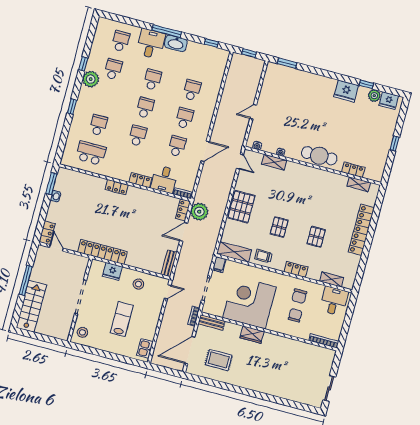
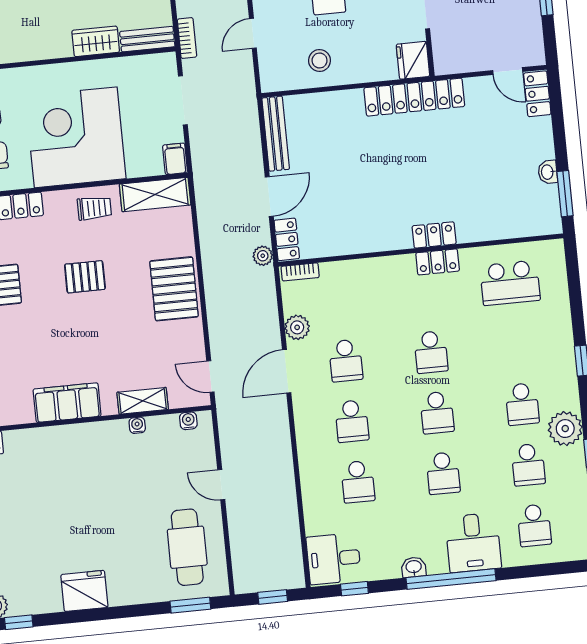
window: (167, 31) -> (451, 579), width x1.46
washbasin: (176, 43) -> (414, 567), width x0.52, depth x0.69
fridge: (346, 91) -> (84, 591), moved
door: (253, 112) -> (221, 485), swing flipped
school desk: (98, 125) -> (522, 404), moved
cafe table: (319, 156) -> (187, 547), moved, turned 90
plant: (193, 169) -> (297, 327), added
filing cabinet: (308, 174) -> (67, 403), added
desk: (164, 179) -> (334, 559), moved, turned -90
locker: (140, 180) -> (438, 262), moved
plant: (199, 212) -> (263, 256), width x0.53, depth x0.53
pallet: (279, 227) -> (85, 277), turned 90
bench: (169, 263) -> (276, 134), width x1.36
fridge: (112, 271) -> (413, 60), moved, turned -90
door: (168, 292) -> (253, 33), moved
corner desk: (249, 302) -> (76, 137), moved, turned 180
wardrobe: (252, 335) -> (96, 41), moved

